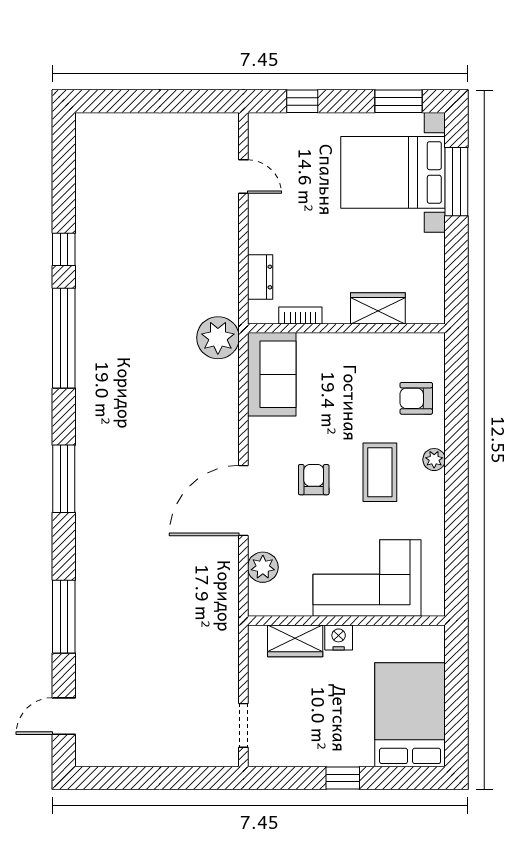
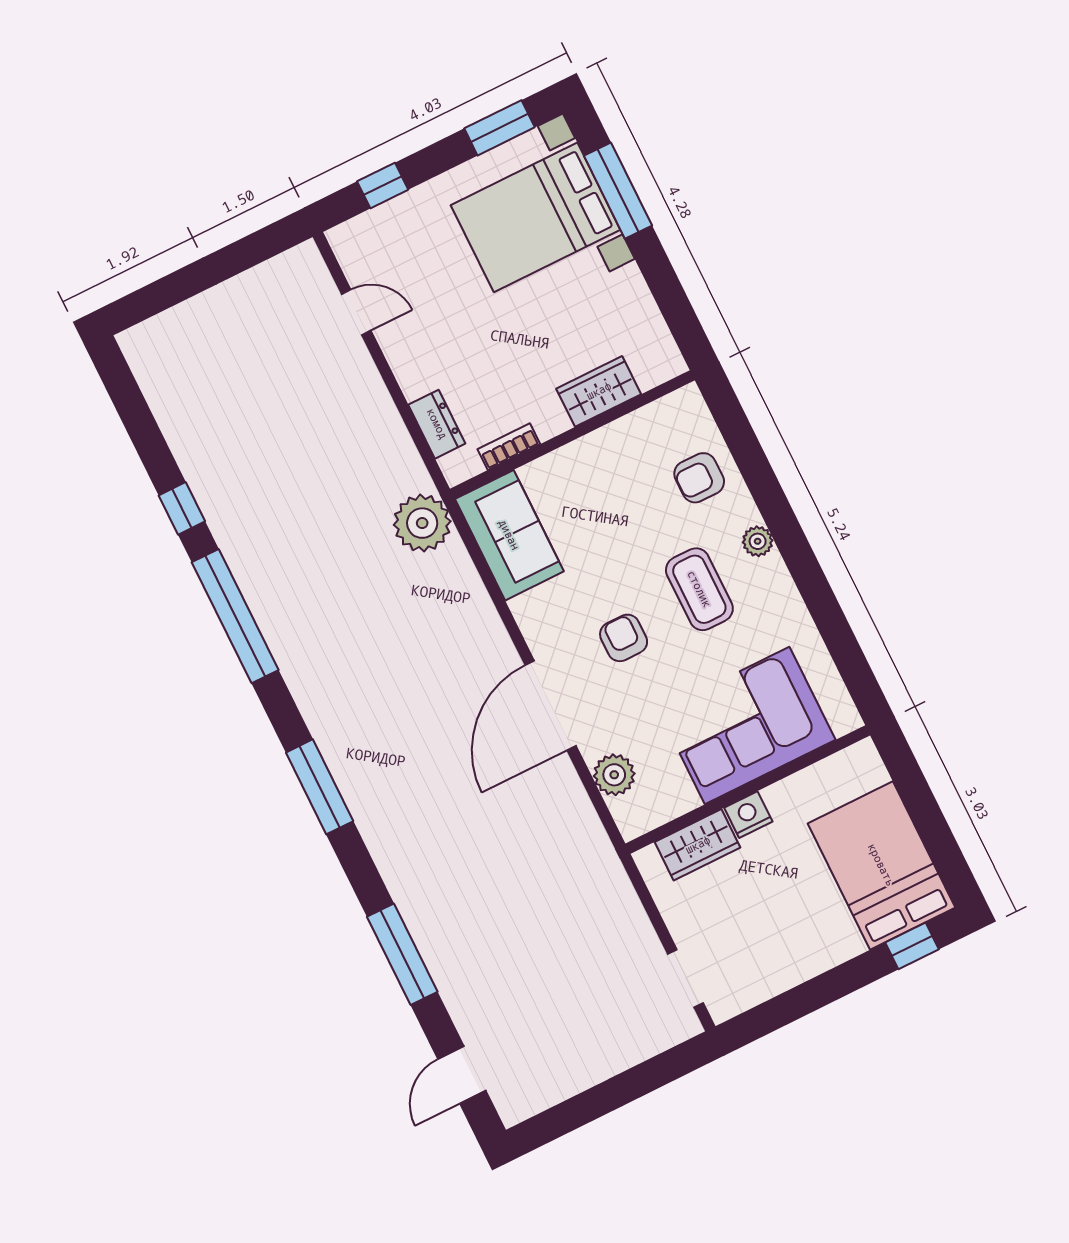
window: (343, 778) -> (912, 946), moved

